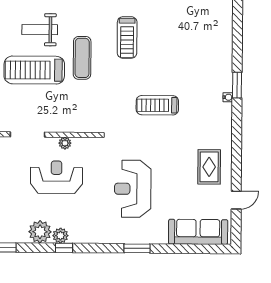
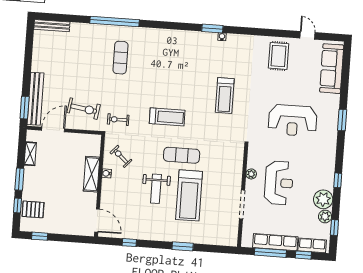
rug: (209, 167) -> (279, 56), turned 90
reception desk: (56, 177) -> (279, 183), turned 180
plant: (60, 236) -> (325, 216), moved

